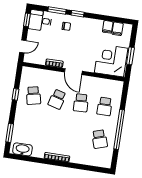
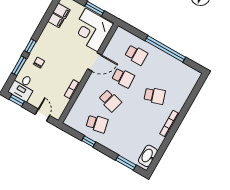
door: (73, 72) -> (95, 62), moved
school desk: (100, 139) -> (155, 96), moved

